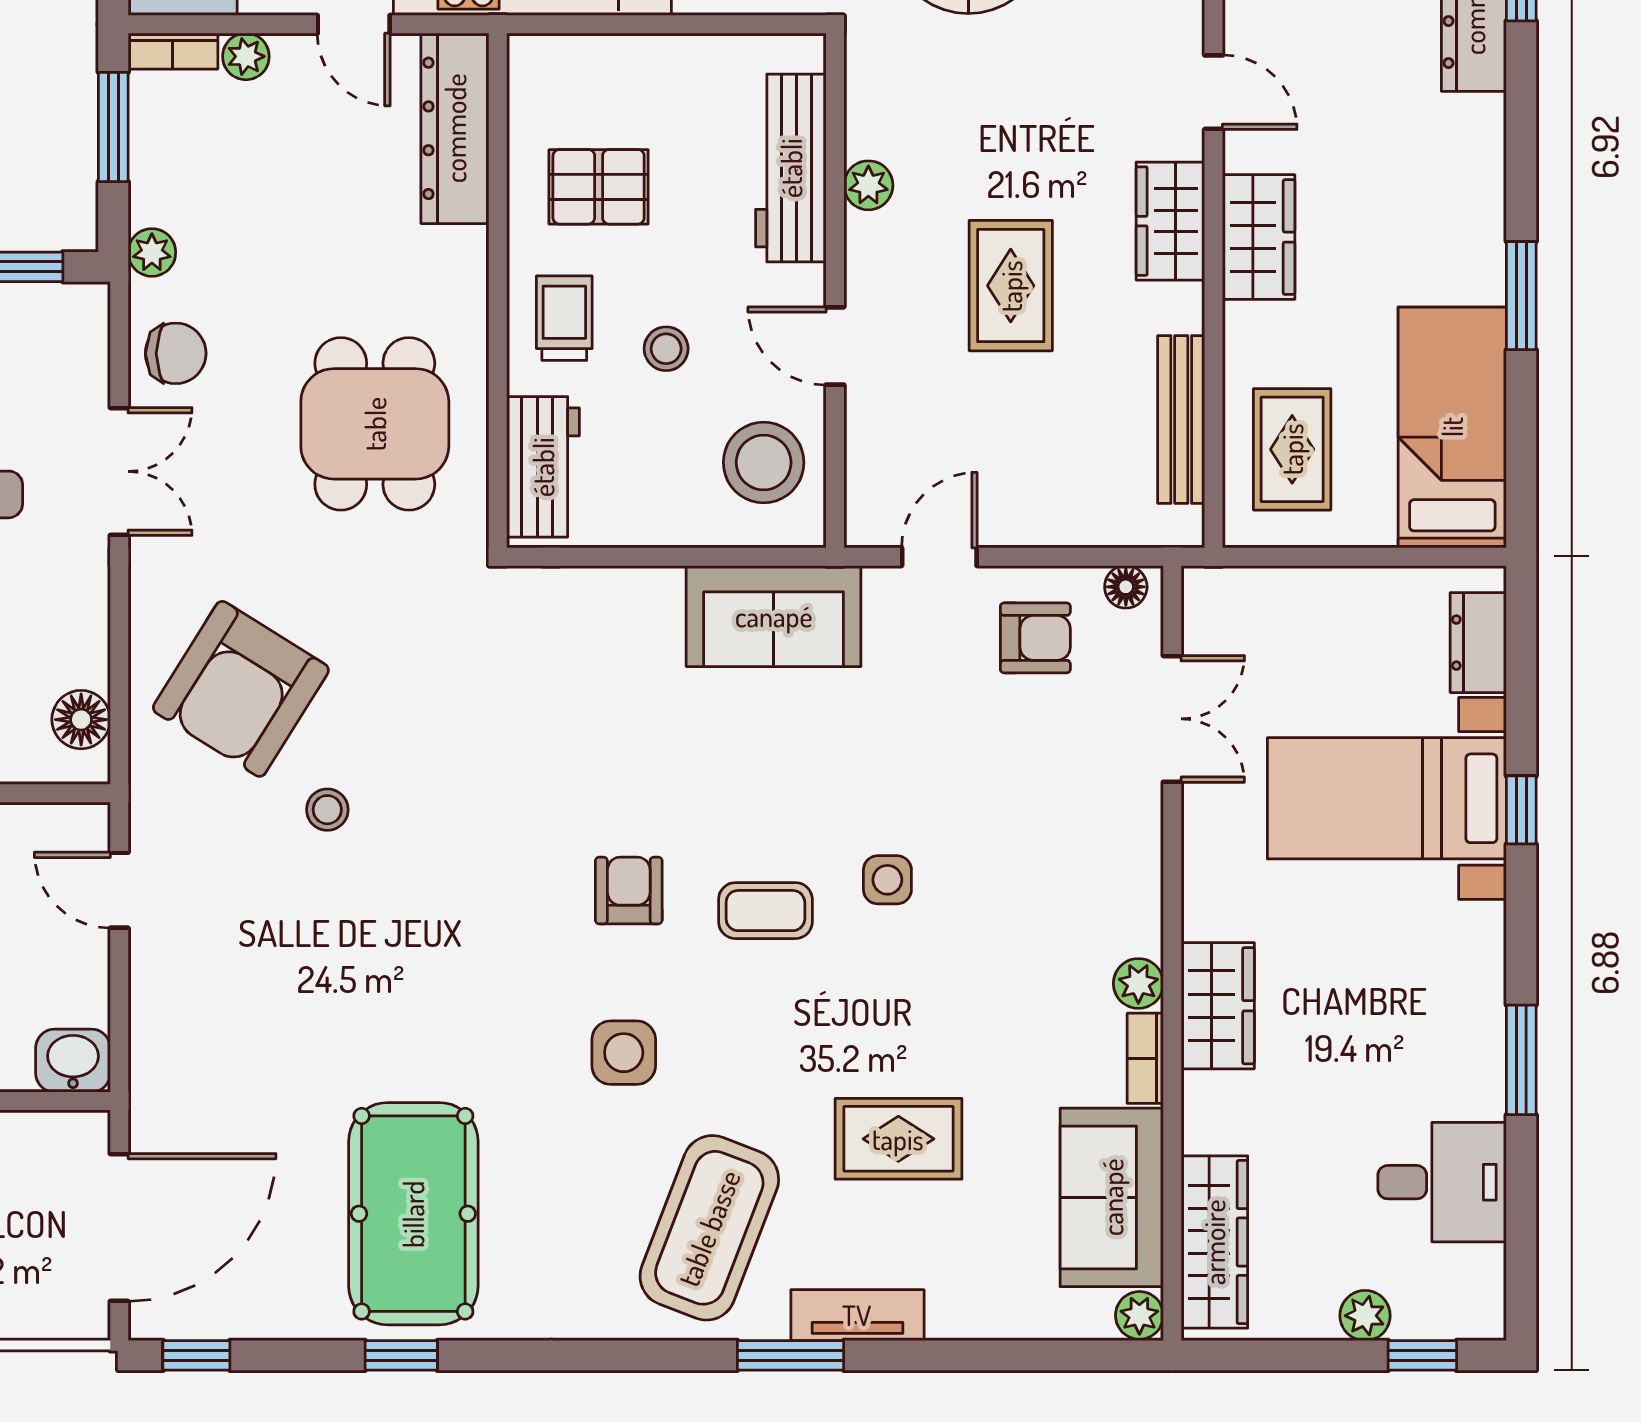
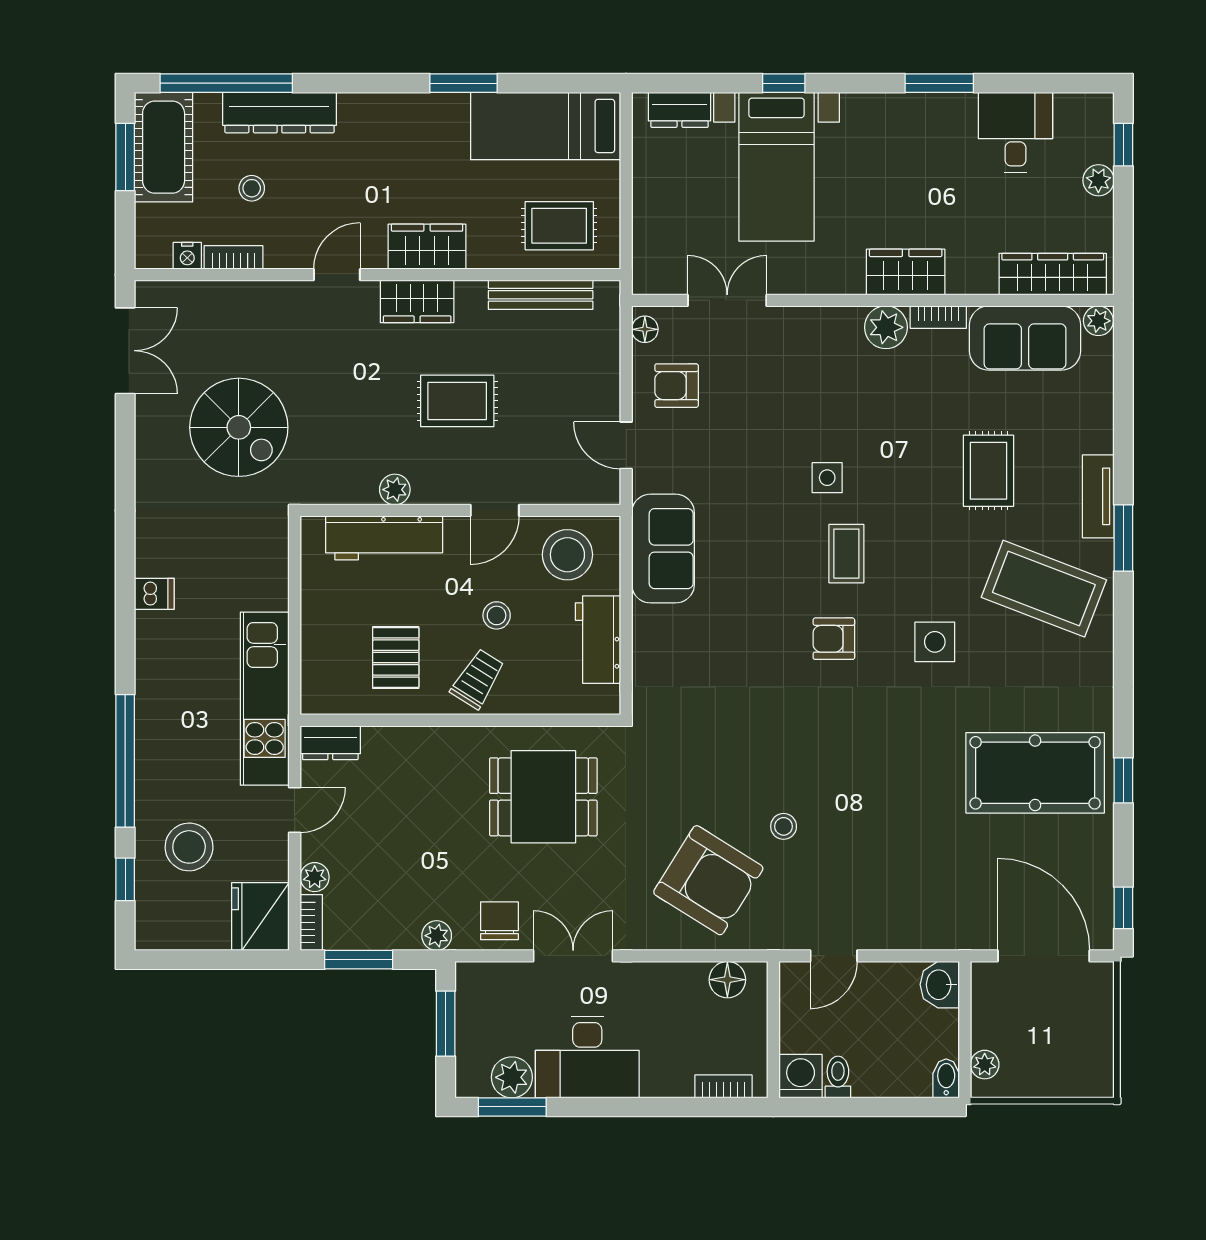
dresser: (455, 128) -> (330, 743), width x0.51, depth x0.80
trolley: (564, 318) -> (478, 679), turned 122
workbench: (543, 467) -> (598, 640), moved, turned -90
armchair: (1035, 638) -> (677, 386), turned -90
plant: (1138, 983) -> (886, 327), width x1.38, depth x1.38

